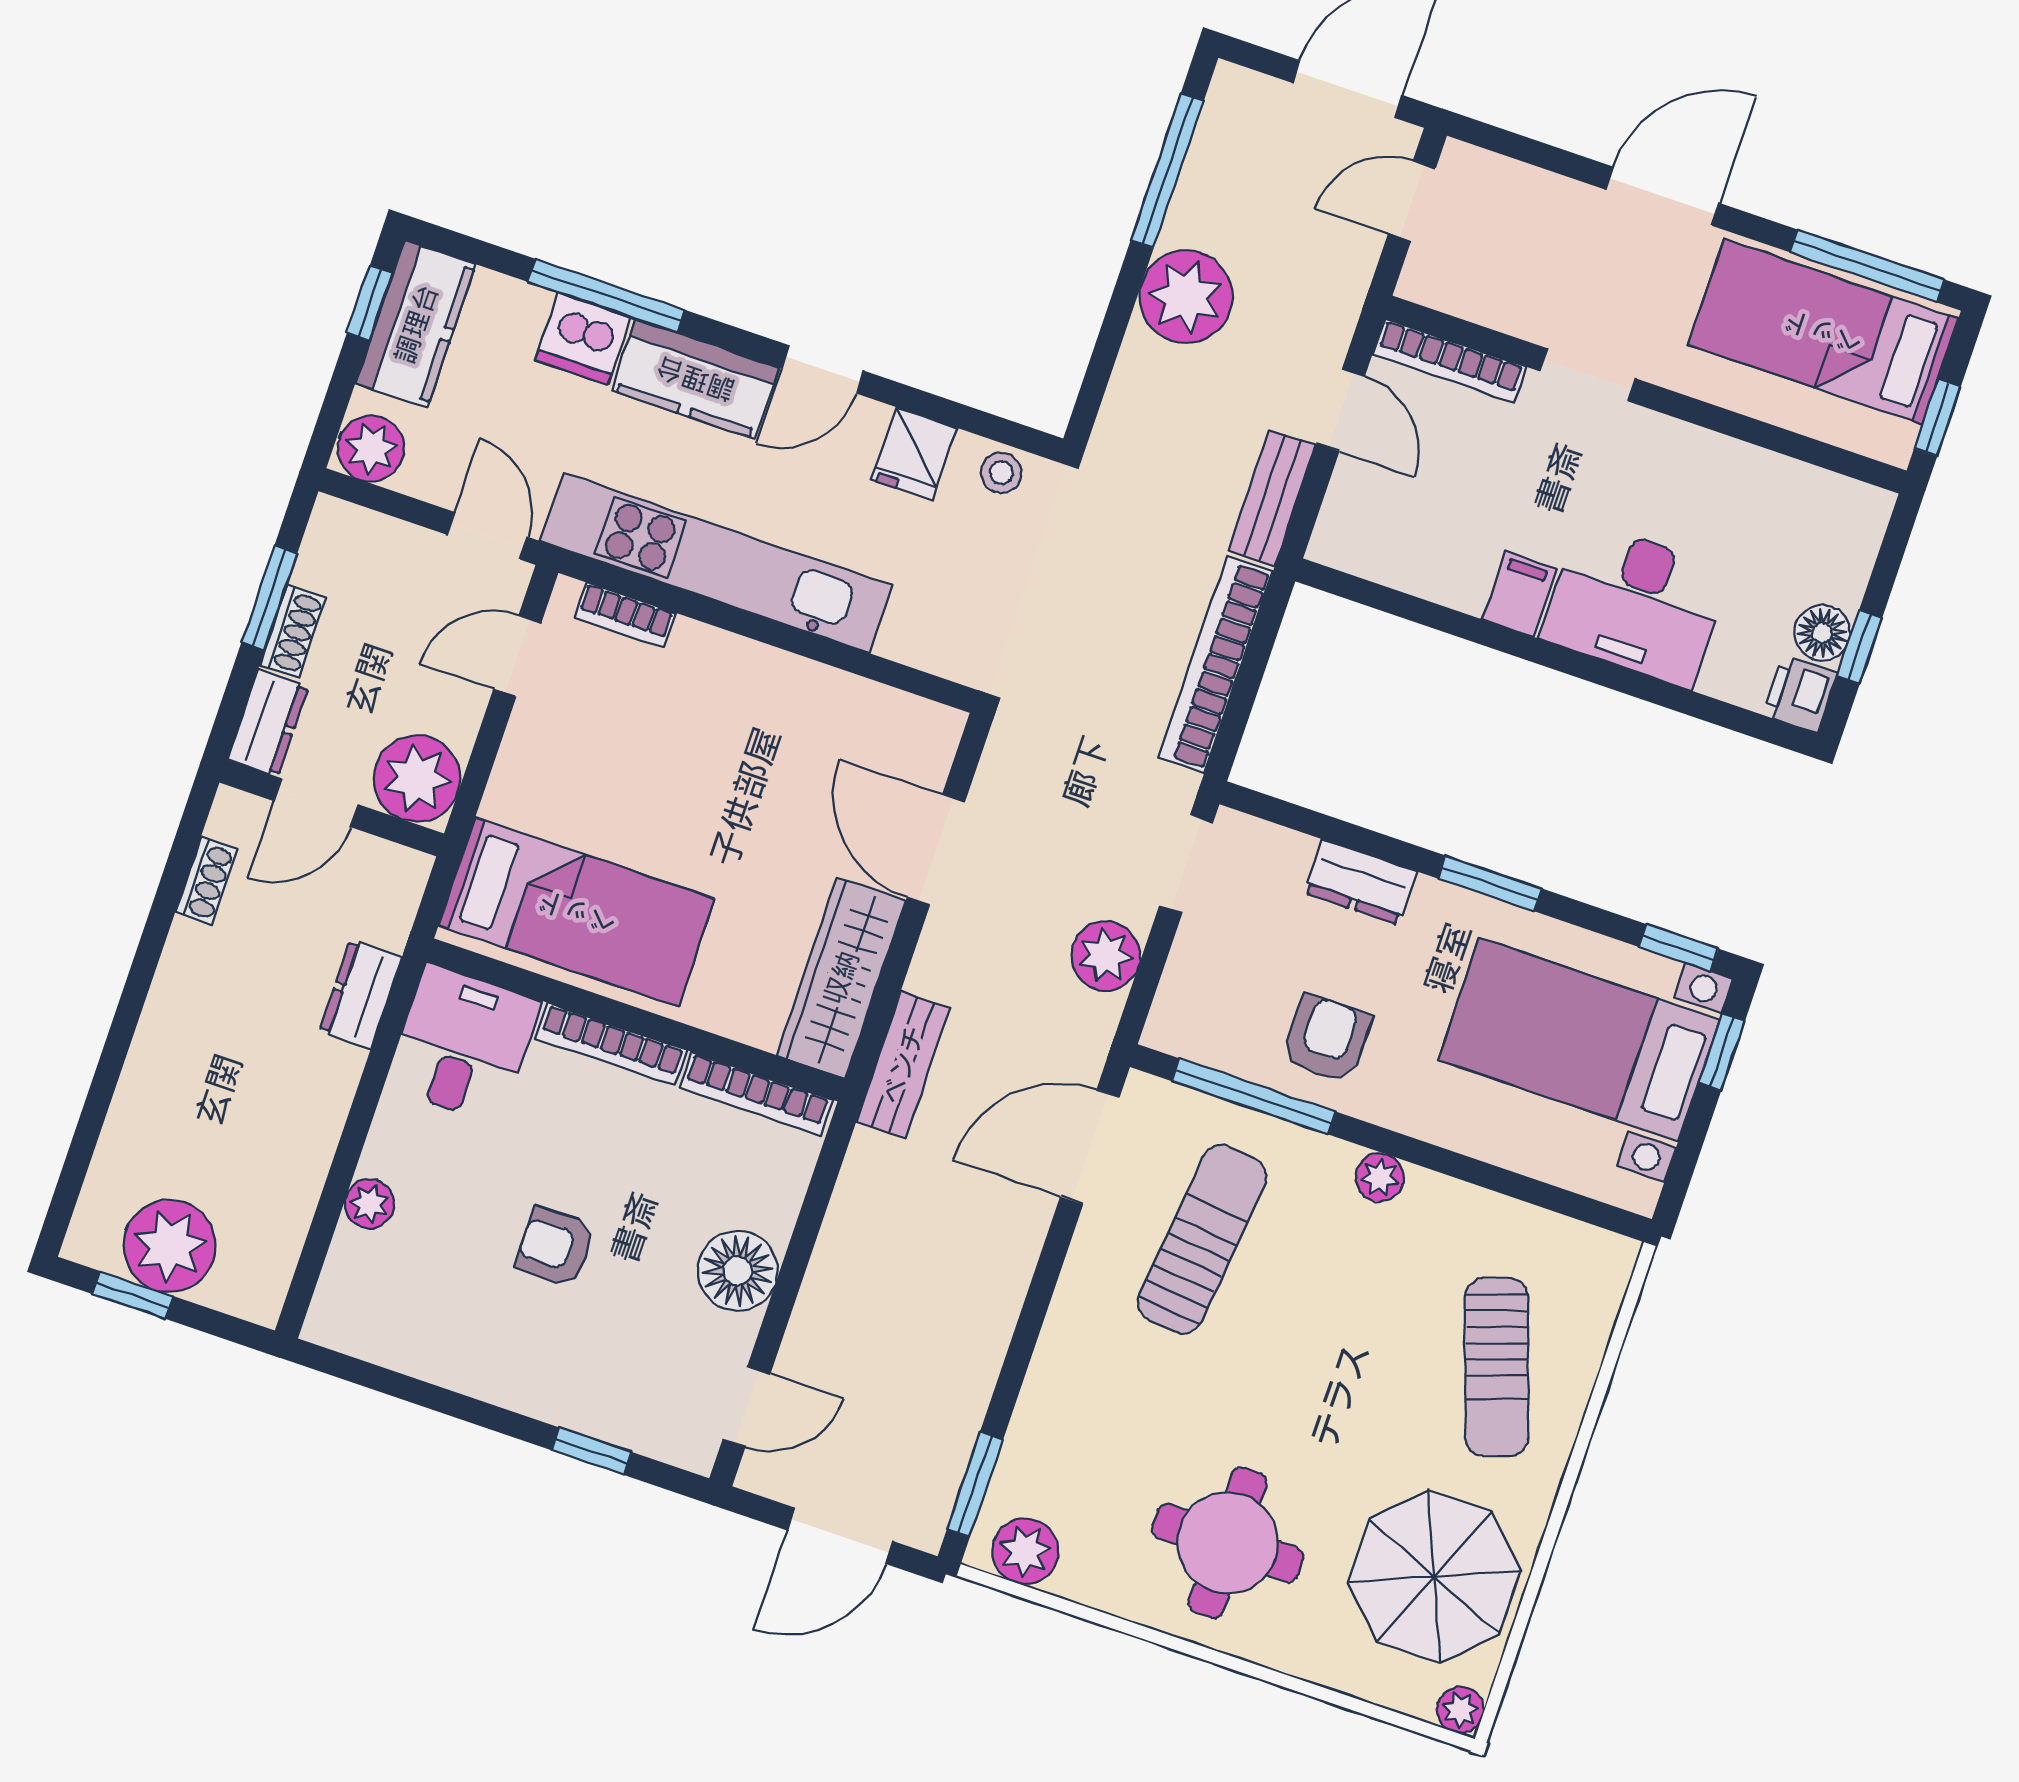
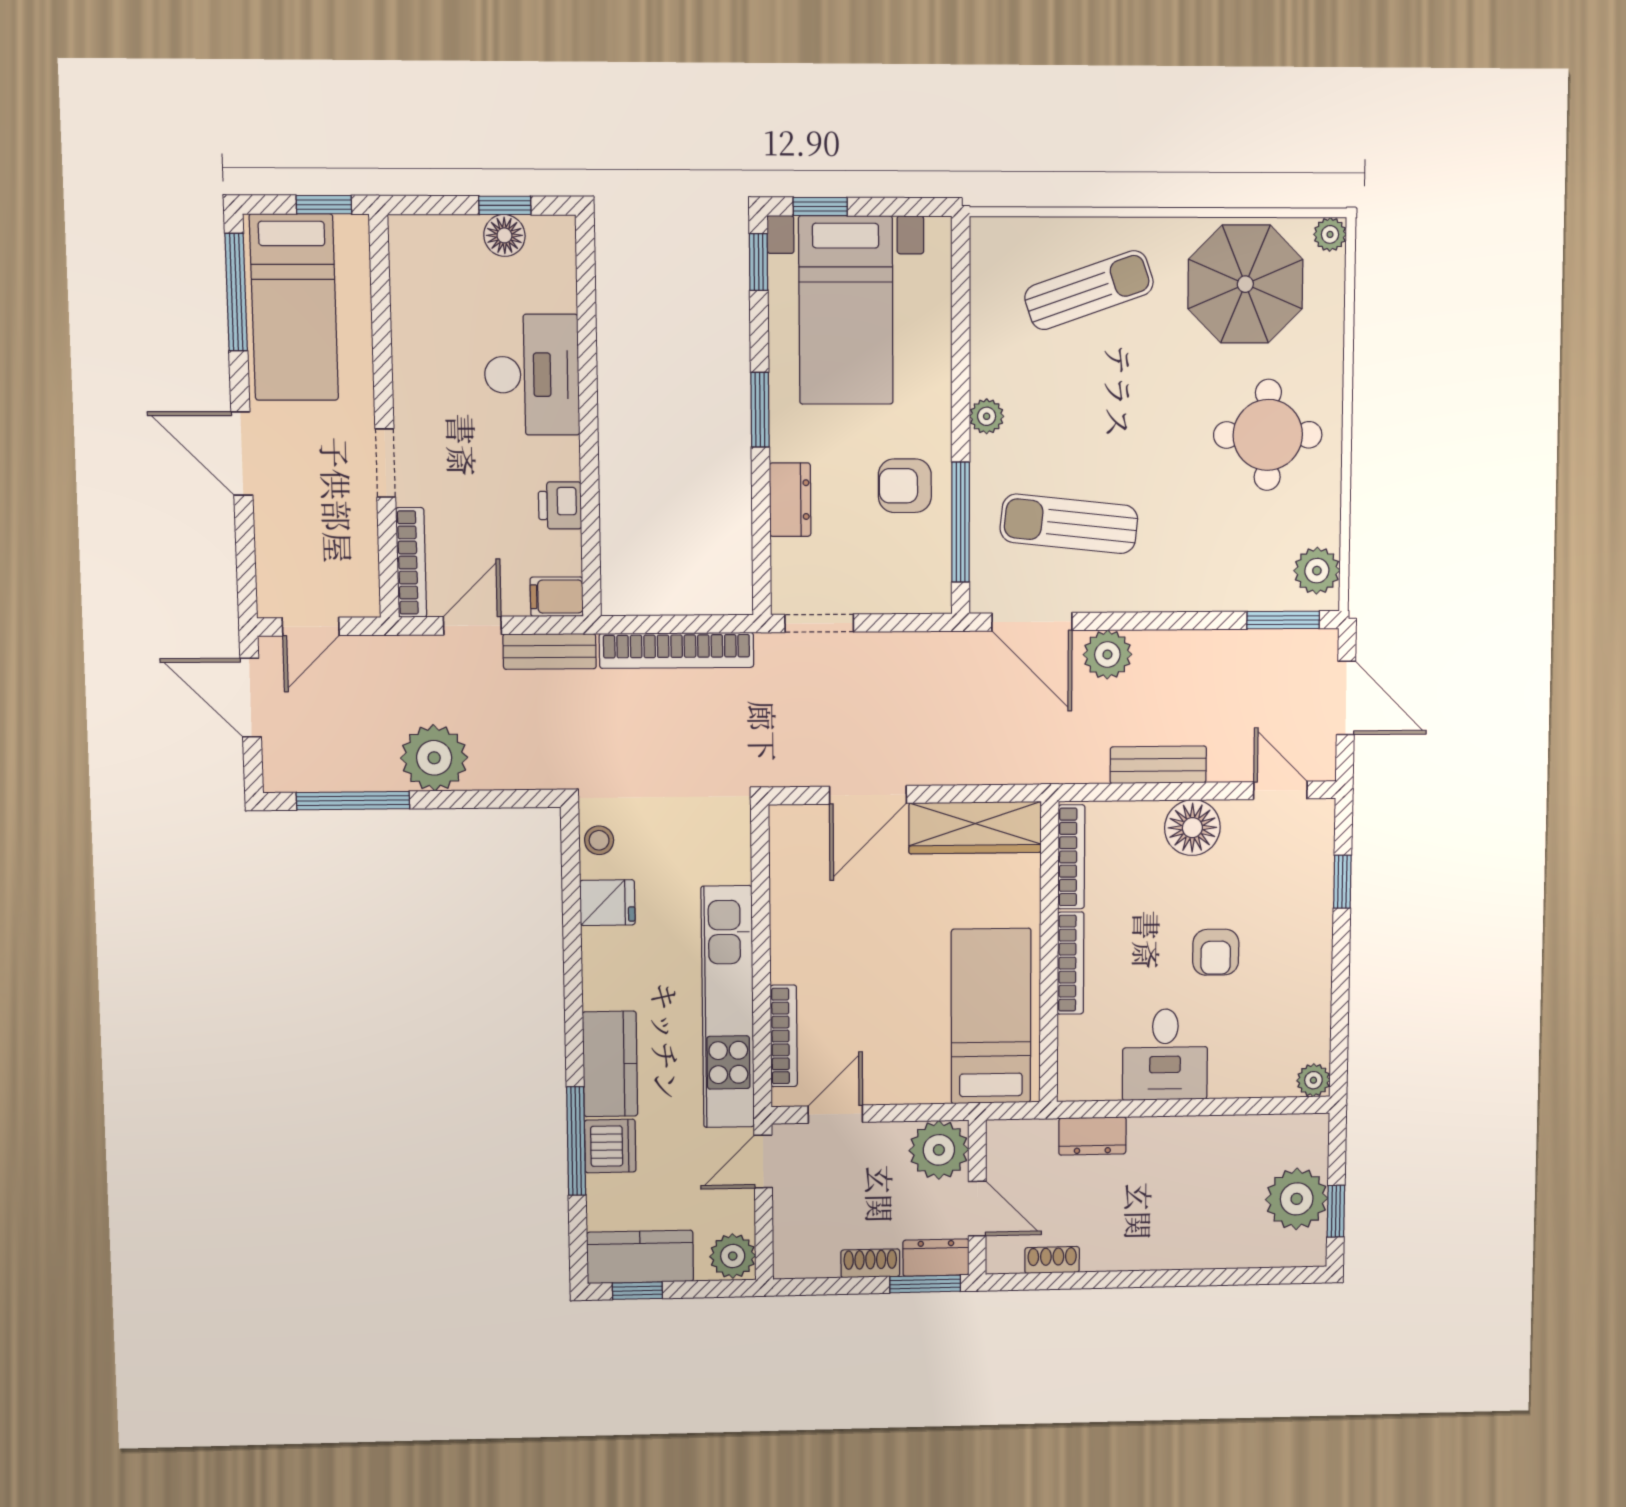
door: (1412, 201) -> (311, 627), hinge flipped
door: (823, 370) -> (573, 983), removed
filing cabinet: (1519, 594) -> (557, 597), moved
window: (270, 597) -> (925, 1284), moved
bookcase: (625, 615) -> (784, 1036), width x1.56
door: (517, 656) -> (835, 1114), swing flipped
printer: (1800, 694) -> (560, 505), moved, turned 90
plant: (1106, 956) -> (1107, 655), moved
desk: (463, 1044) -> (1165, 1054), moved, turned -90
bench: (903, 1065) -> (1158, 765), moved
plant: (370, 1204) -> (1313, 1080), moved

